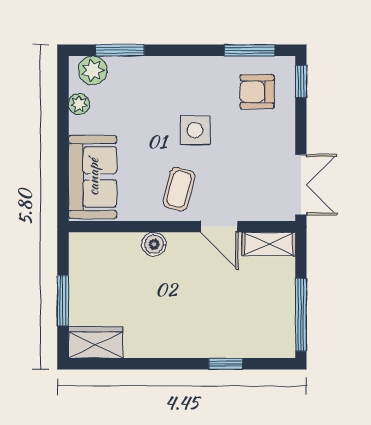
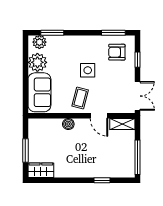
window: (301, 81) -> (137, 60), moved
plant: (79, 104) -> (37, 62), width x1.88, depth x1.88

